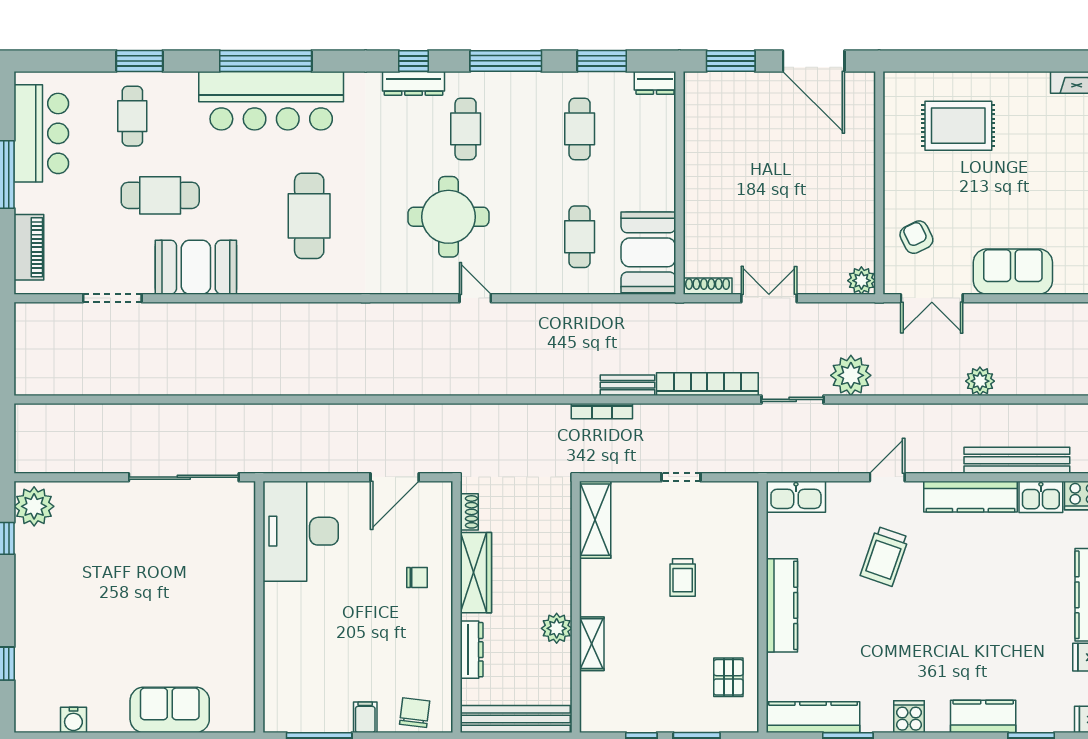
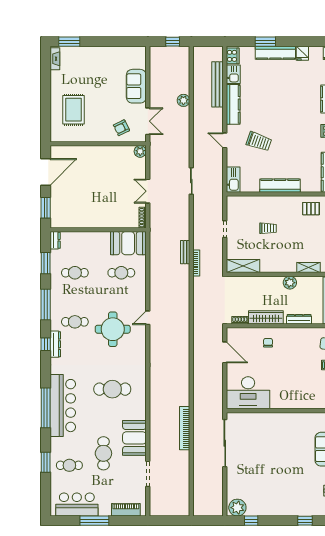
plant: (851, 375) -> (181, 156), removed
bookcase: (707, 384) -> (185, 428), moved
shelving: (592, 644) -> (308, 268), moved

